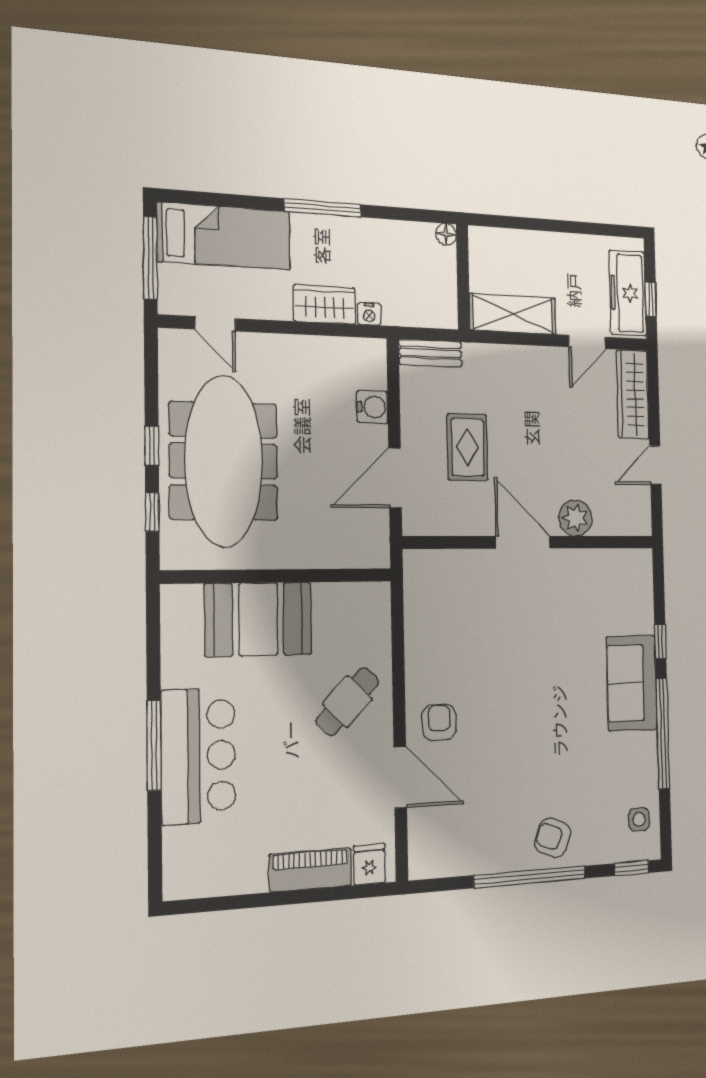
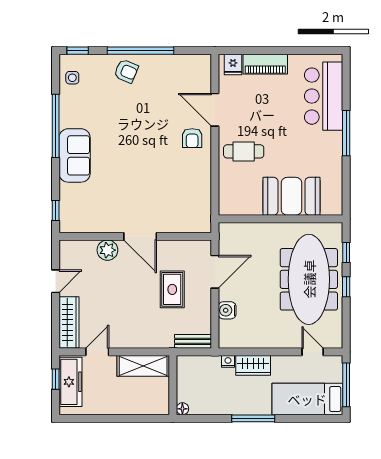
window: (660, 641) -> (56, 210), moved
cafe table: (347, 701) -> (244, 151), turned 46
bar counter: (198, 756) -> (324, 96), moved

